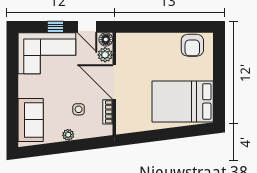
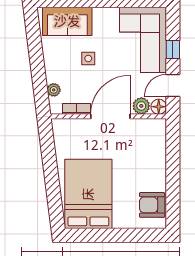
side table: (79, 109) -> (88, 59), moved
plant: (68, 135) -> (54, 90), moved

